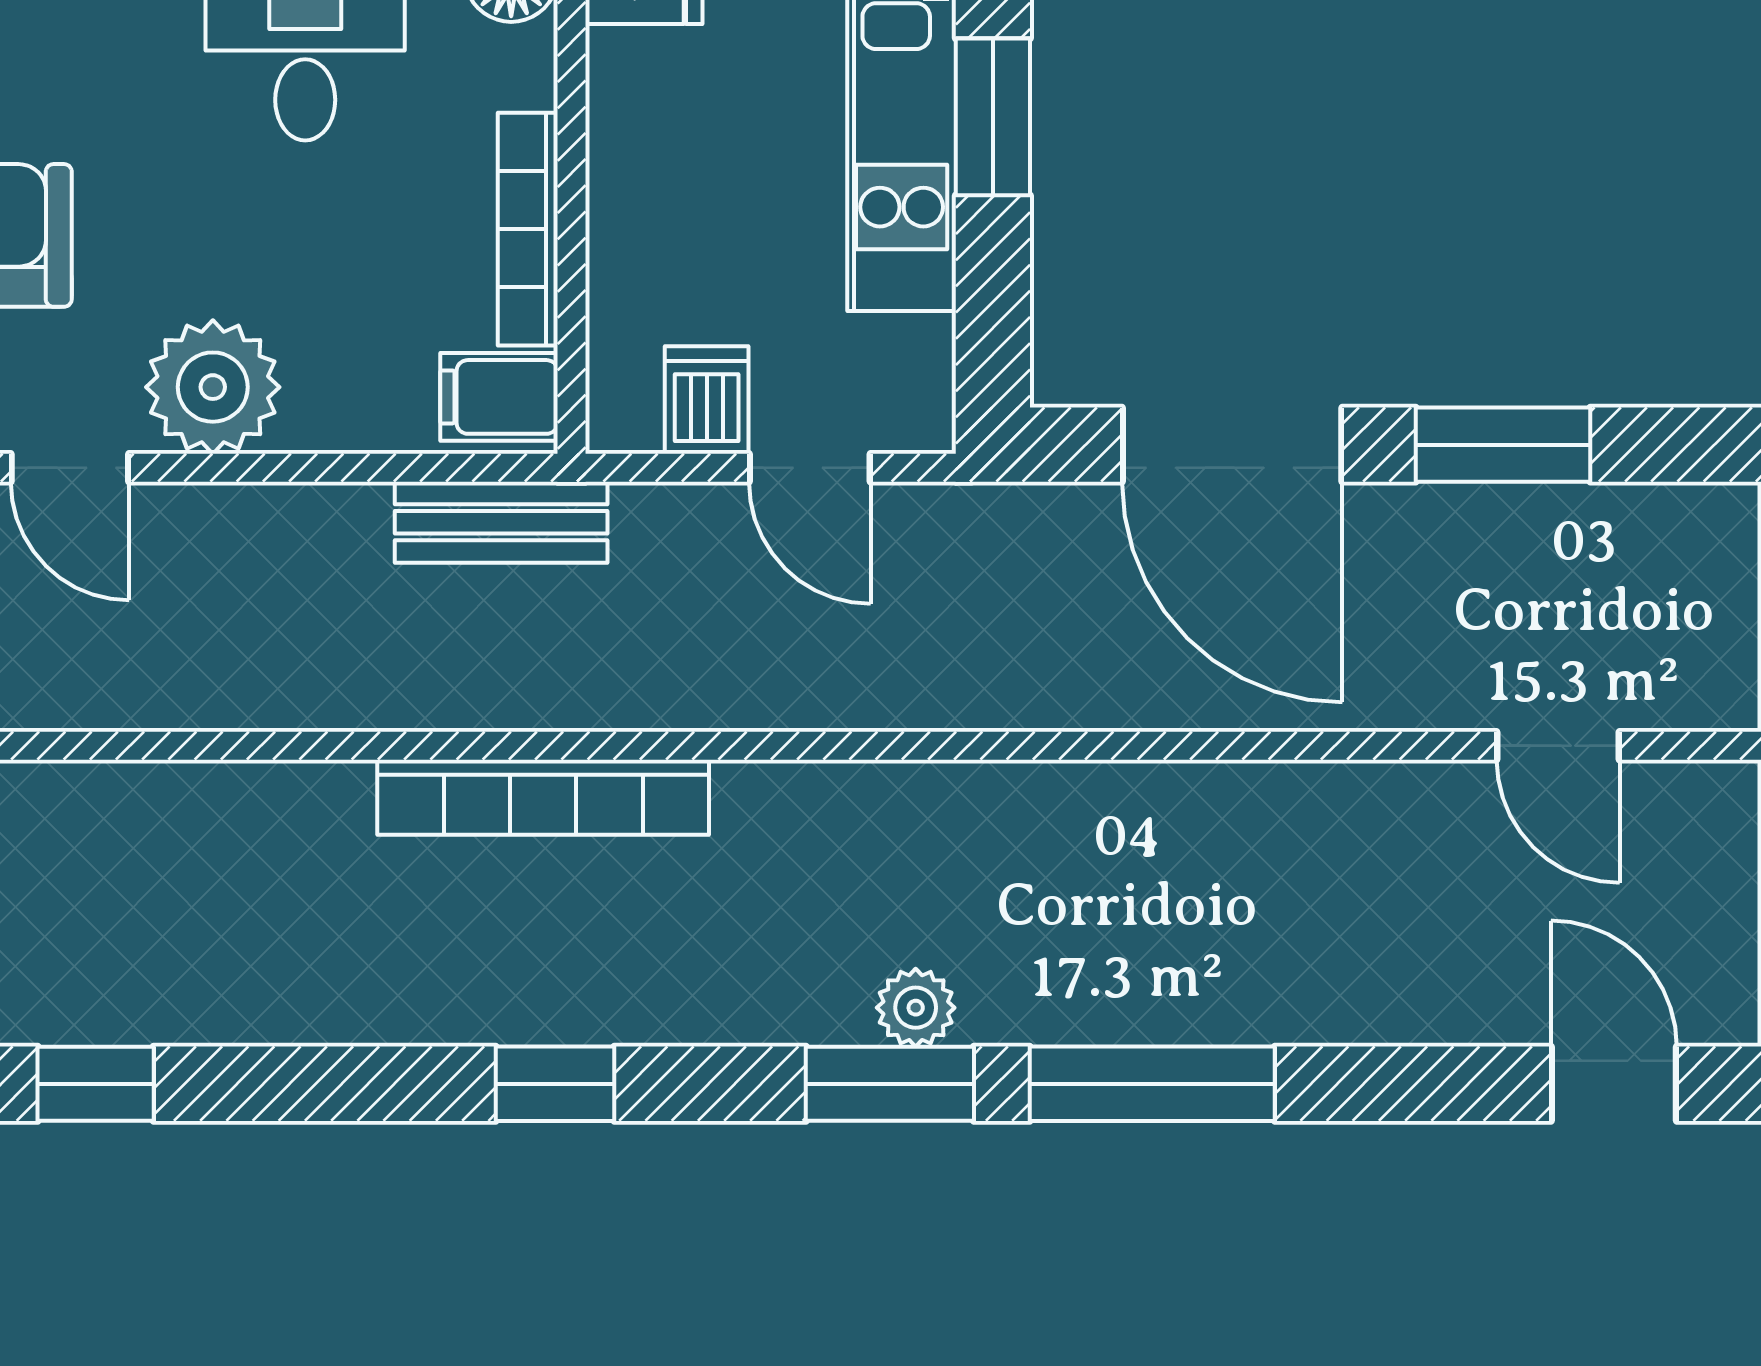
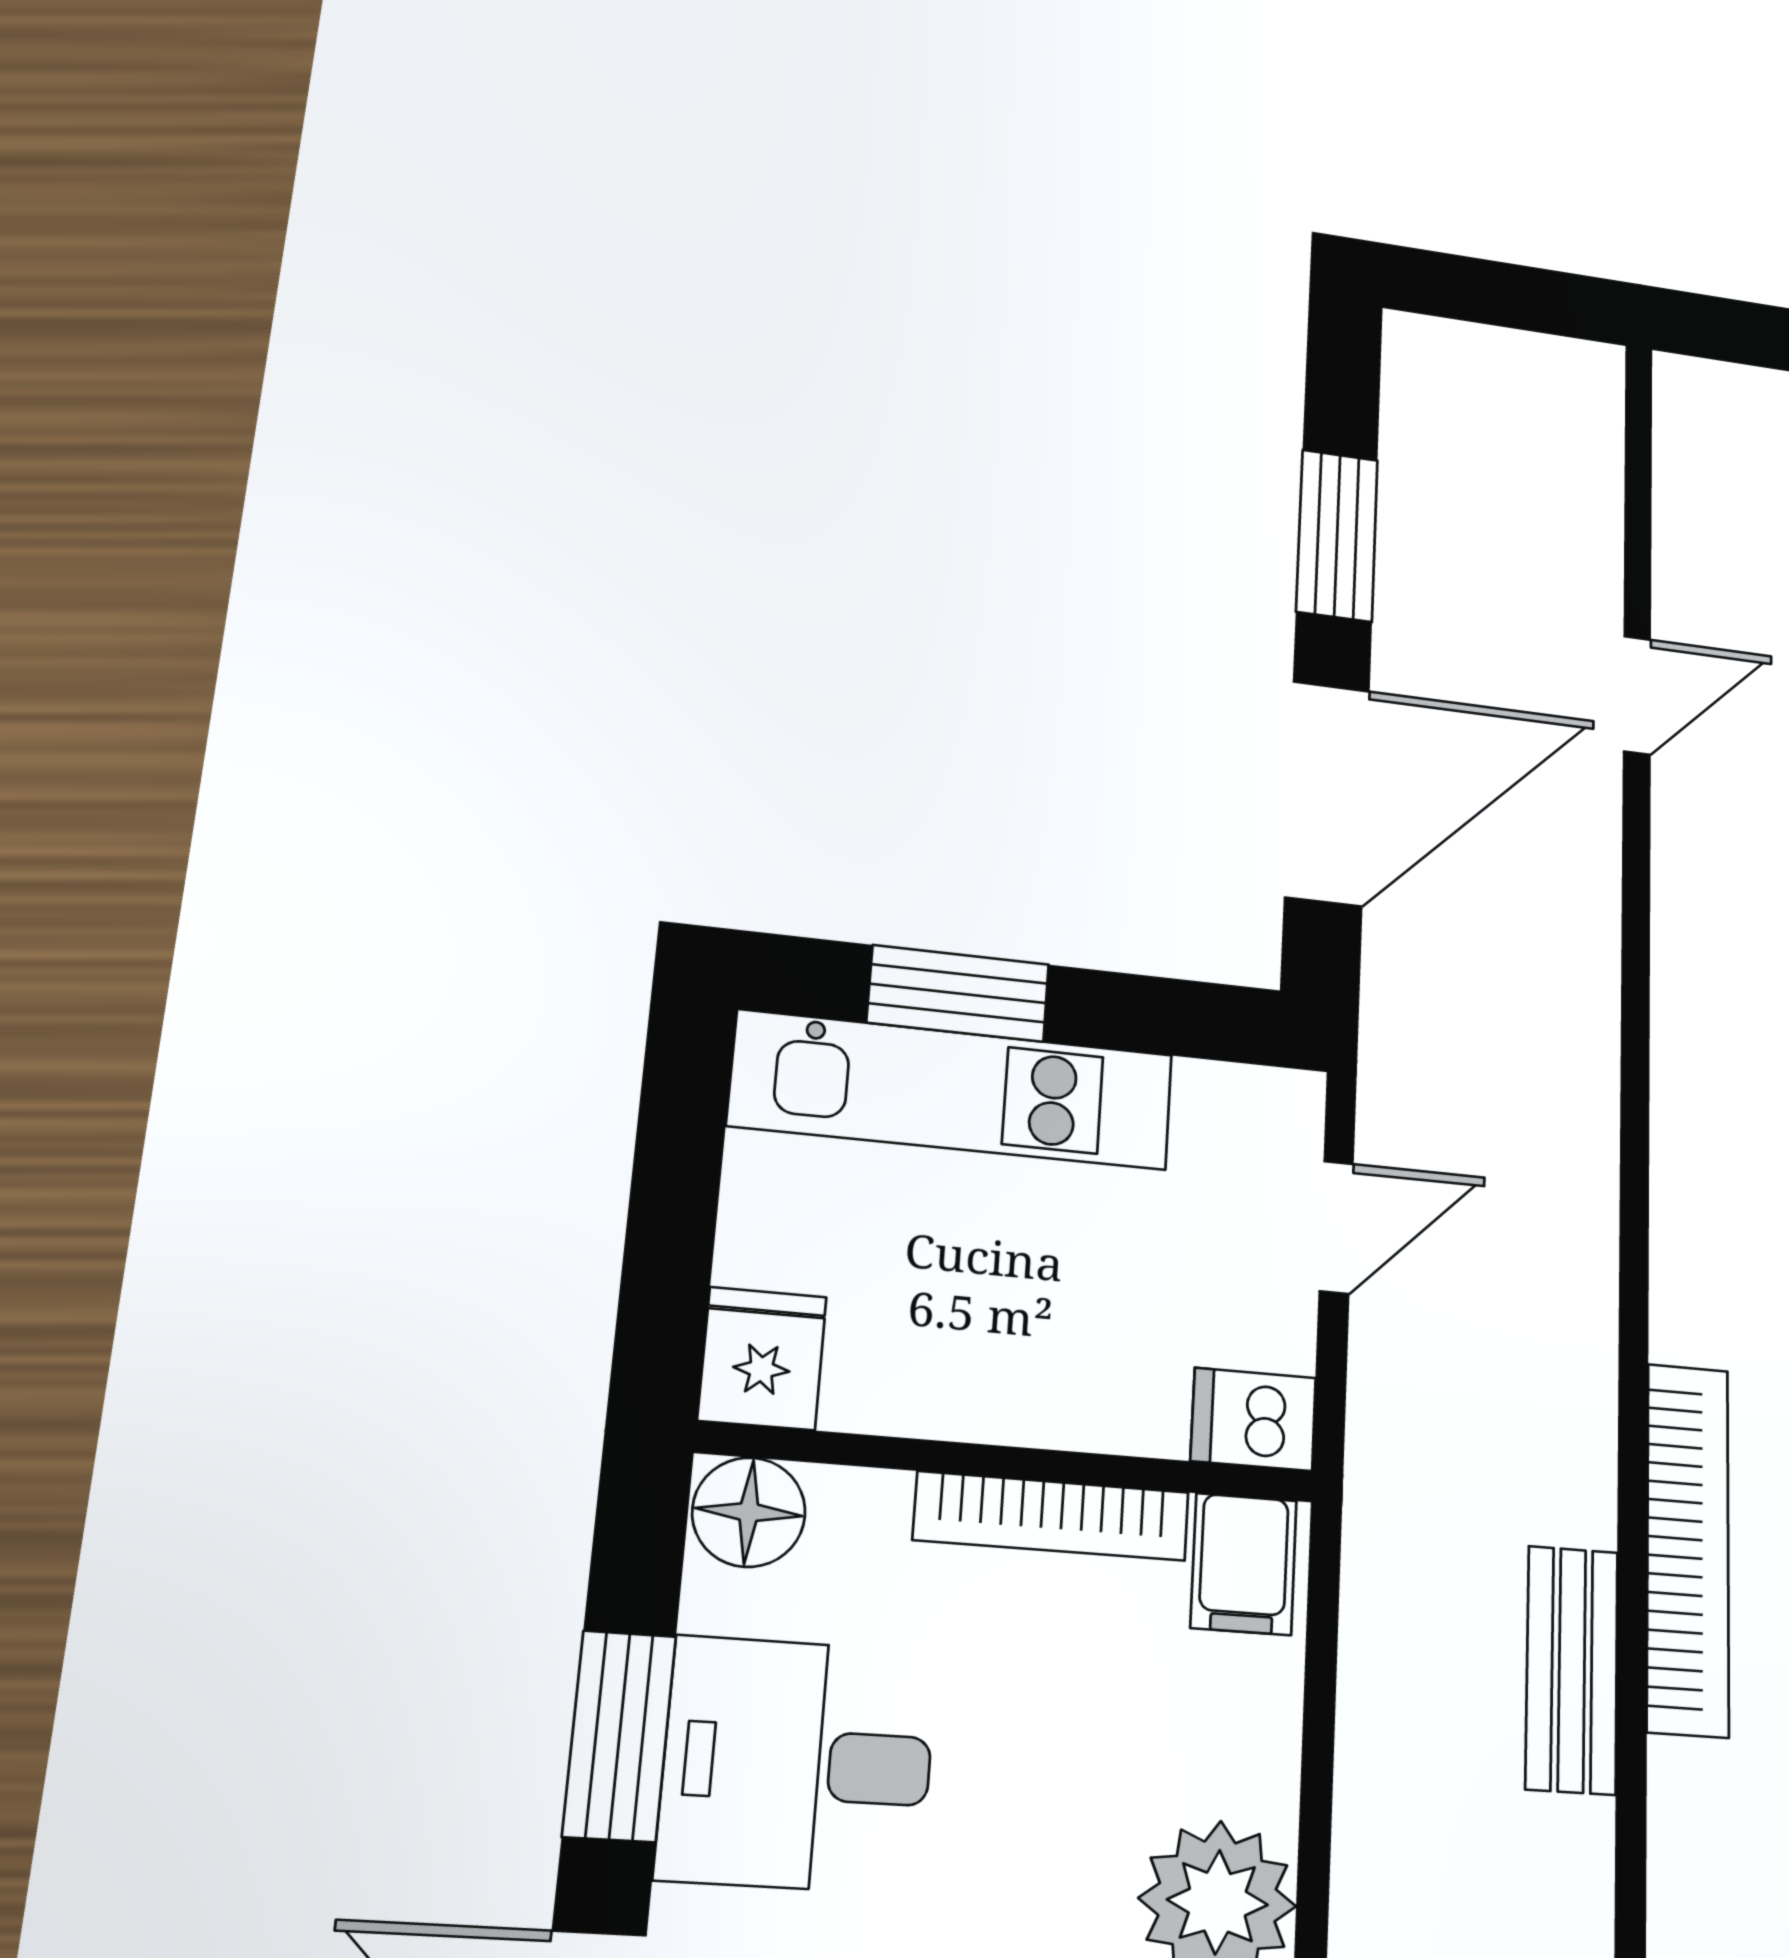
dishwasher: (707, 400) -> (1253, 1419), moved
bench: (501, 522) -> (1572, 1670), moved
door: (1558, 746) -> (1637, 695), moved

